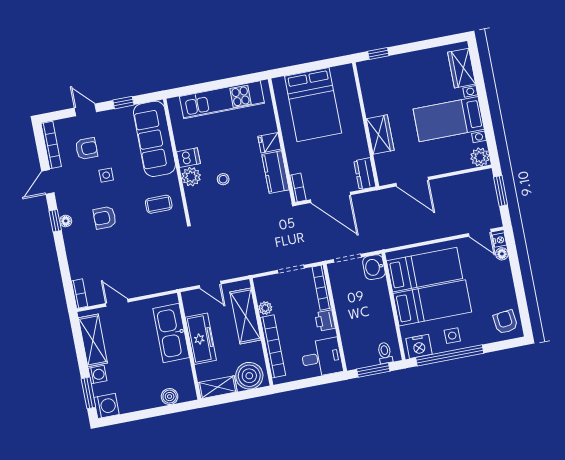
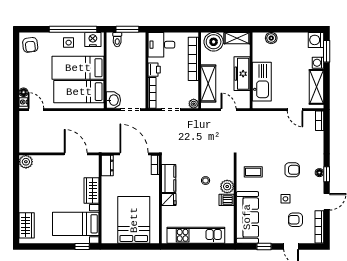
bed with nightstands: (449, 119) -> (76, 224), moved, turned 180
window: (501, 191) -> (16, 136), removed
plant: (265, 308) -> (194, 104), moved

